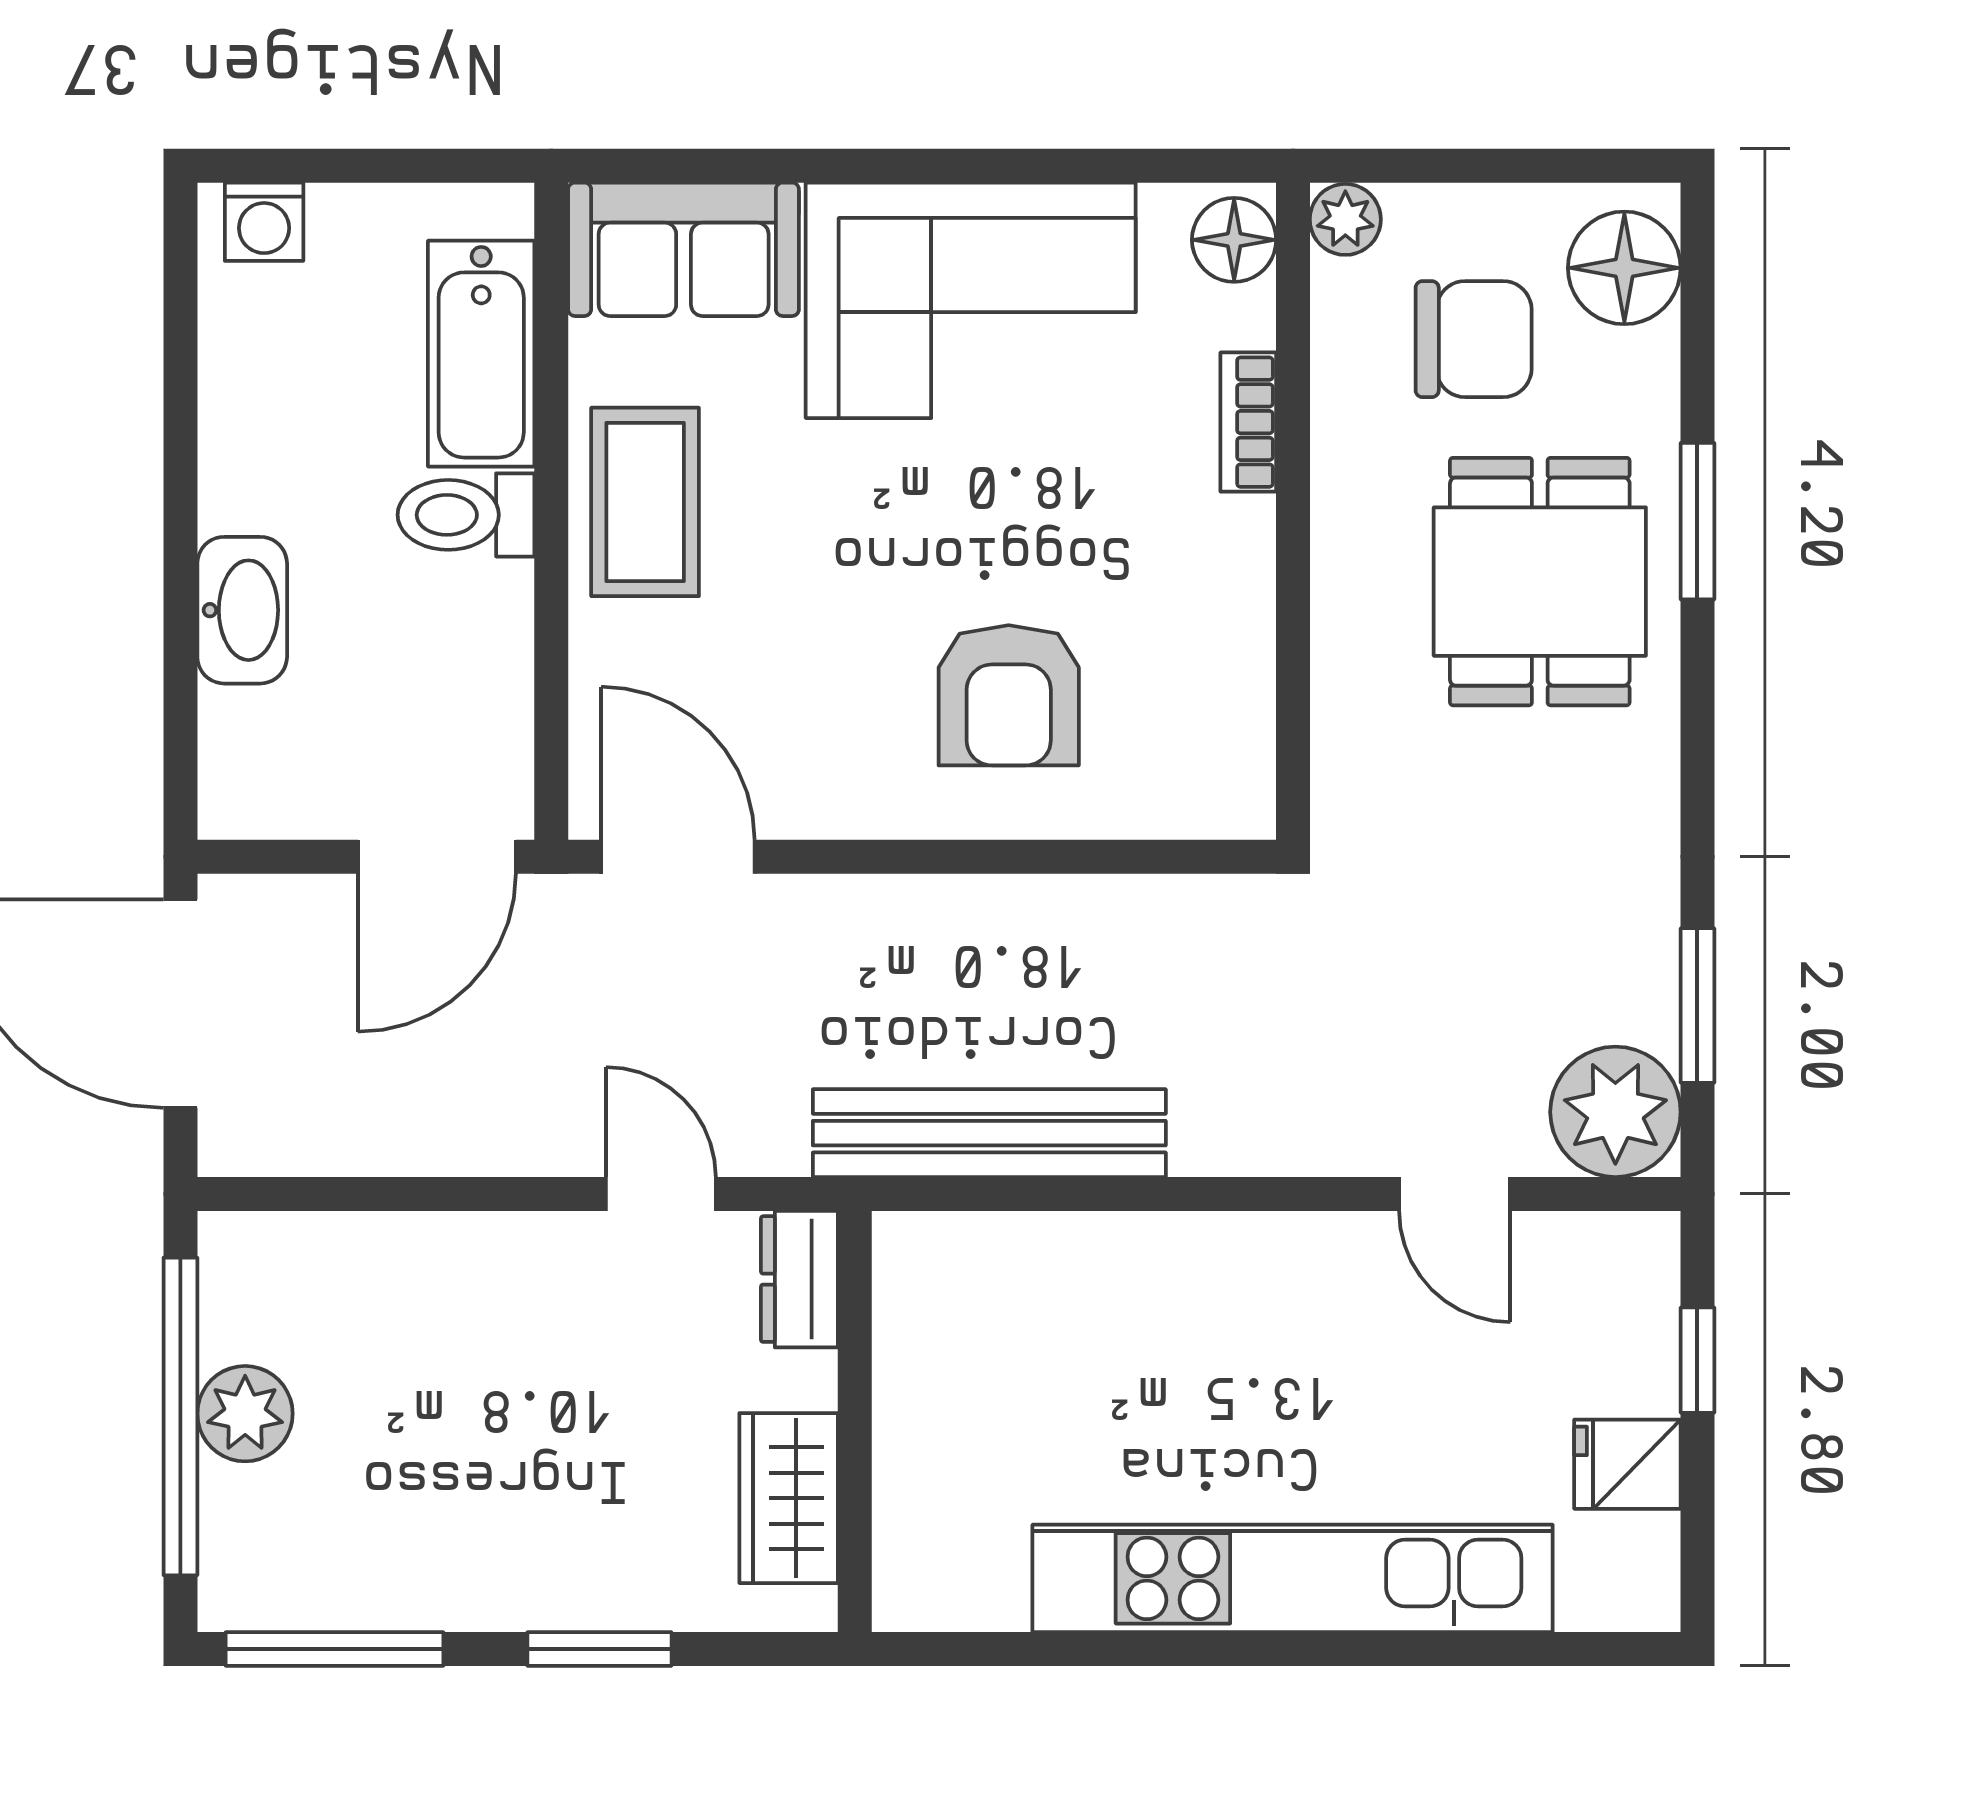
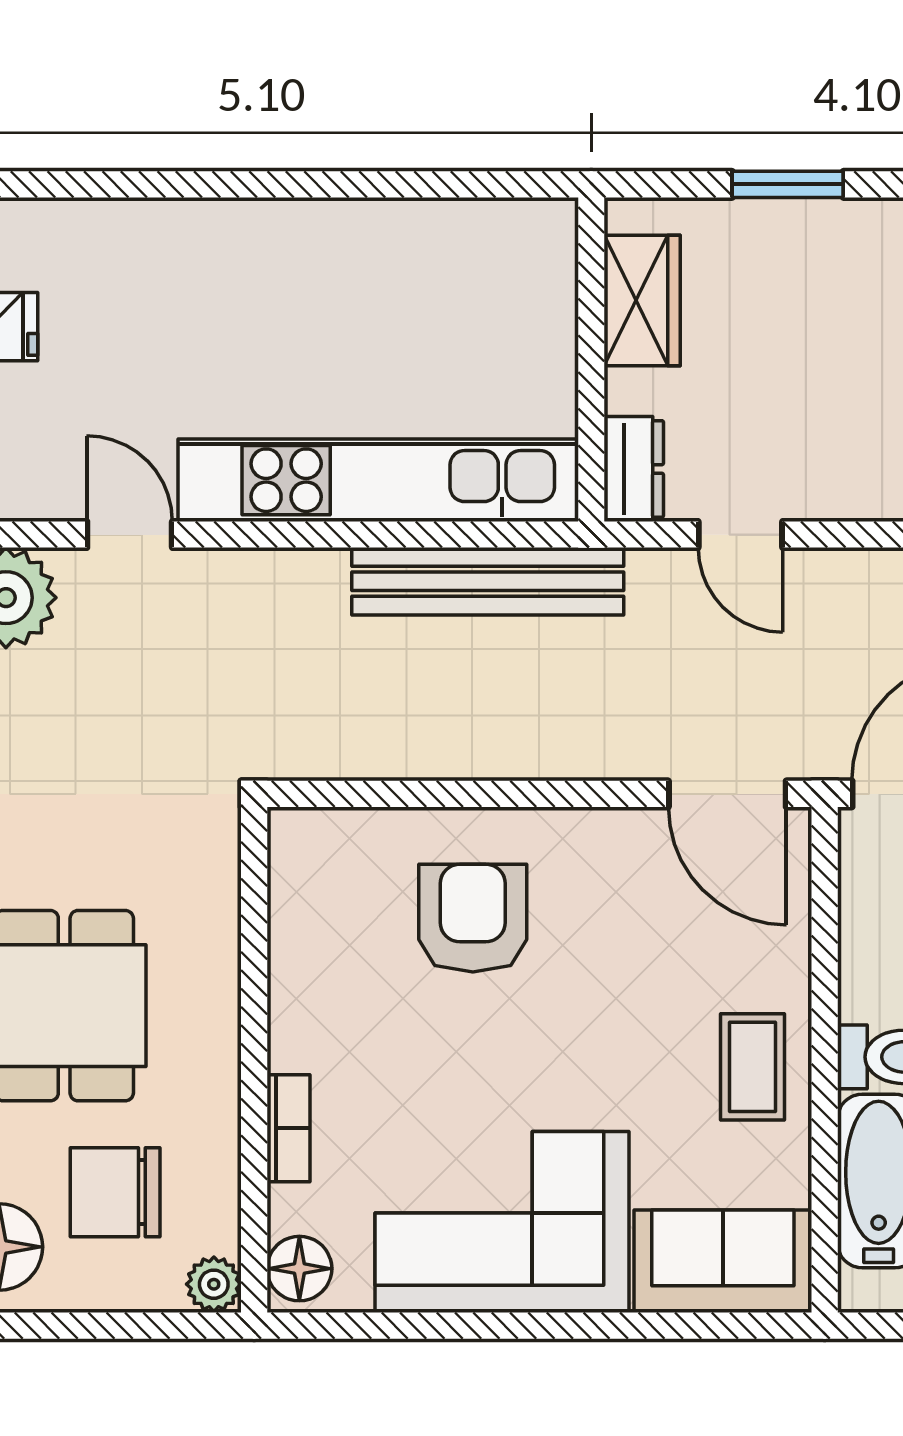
coffee table: (645, 502) -> (753, 1067), width x0.73, depth x0.77
kitchen unit: (1293, 1578) -> (378, 480), moved, turned 180

